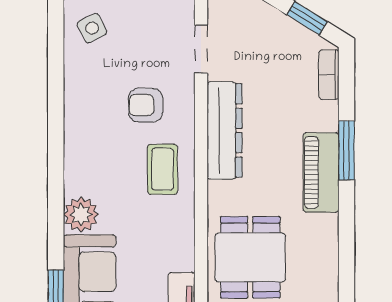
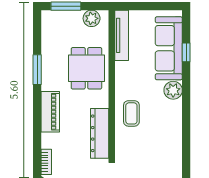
armchair: (146, 105) -> (140, 146), removed
window: (346, 150) -> (37, 70), moved

